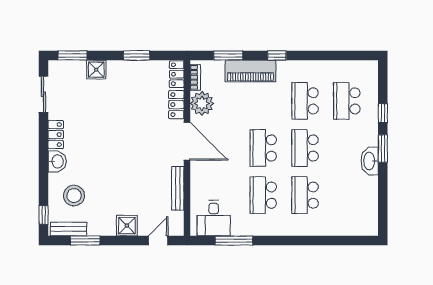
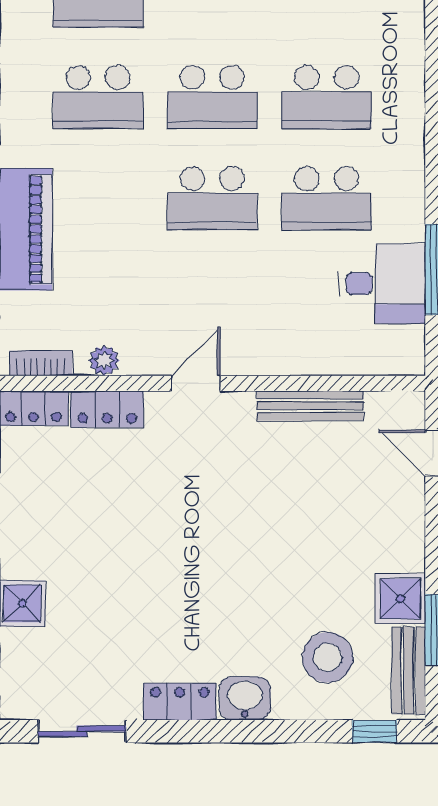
plant: (202, 103) -> (104, 361), width x0.53, depth x0.53
door: (187, 141) -> (196, 383), width x0.53
desk: (214, 218) -> (382, 284), moved
shower: (127, 226) -> (400, 599), moved

